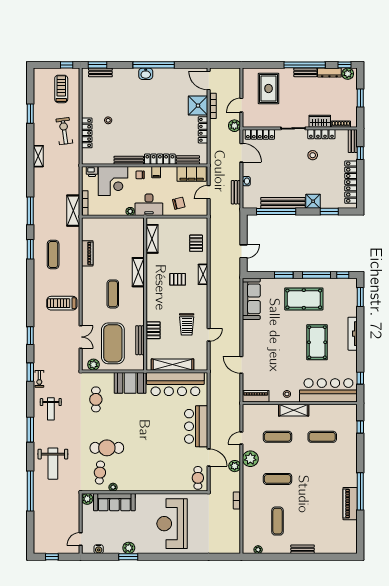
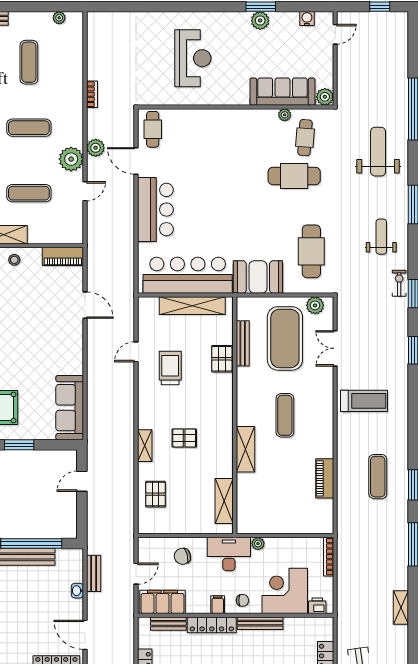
shelving: (38, 156) -> (401, 608), moved
shelving: (73, 211) -> (346, 545), removed
cafe table: (96, 399) -> (311, 251), width x1.37, depth x1.35
reception desk: (172, 524) -> (193, 58), width x0.74, depth x0.77

